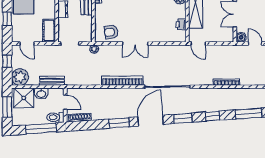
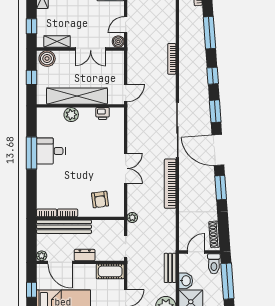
armchair: (111, 32) -> (100, 200), moved

